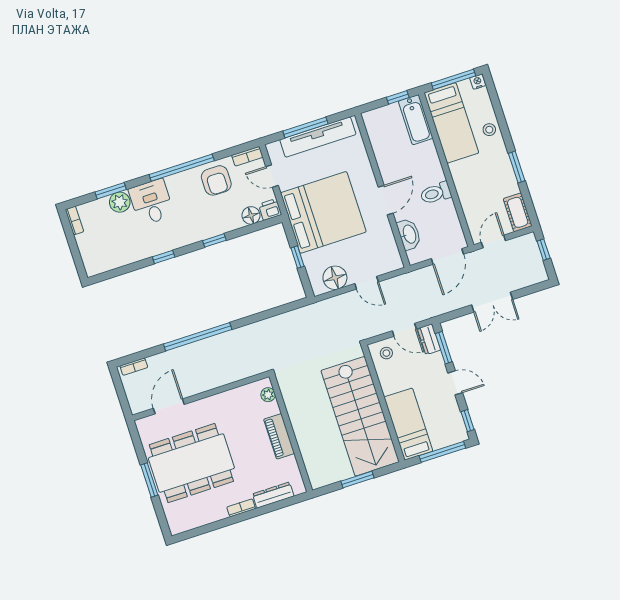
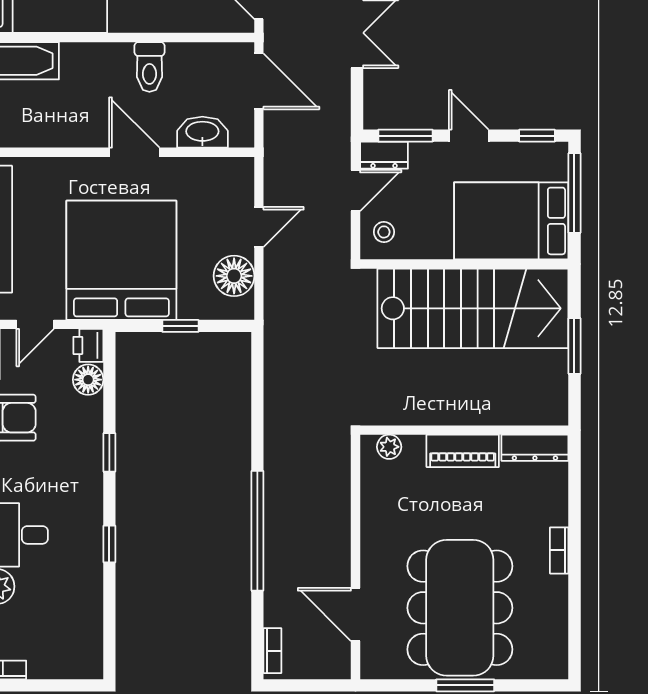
door: (455, 383) -> (469, 136), hinge flipped
bed: (408, 424) -> (511, 221), width x1.50
dresser: (273, 495) -> (535, 448), moved, turned -90

